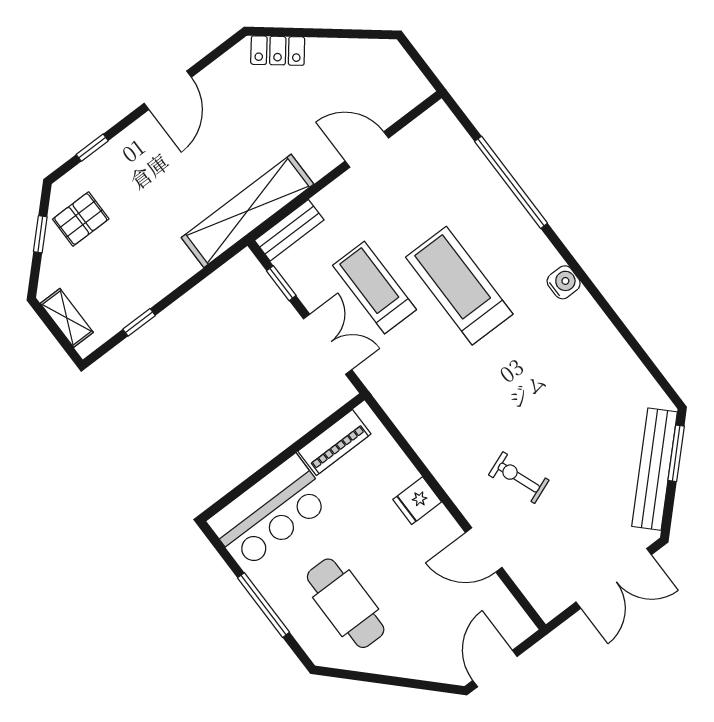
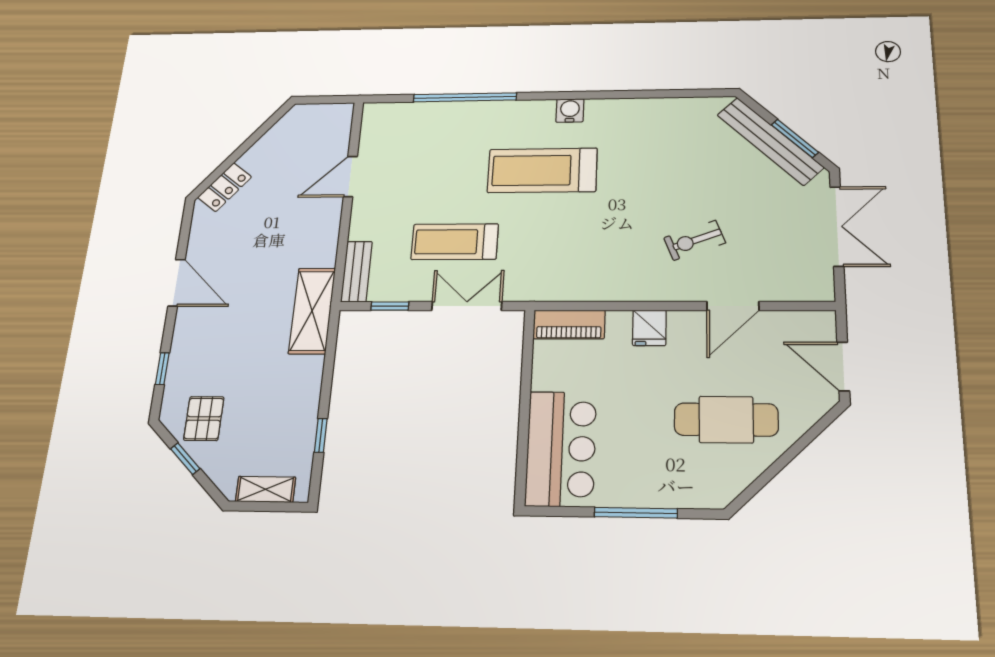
shelving: (248, 211) -> (312, 311), width x0.68
treadmill: (459, 286) -> (542, 170), moved
piano: (334, 443) -> (569, 324), moved, turned 90
window: (676, 453) -> (795, 138), moved
cafe table: (346, 603) -> (726, 420), moved

